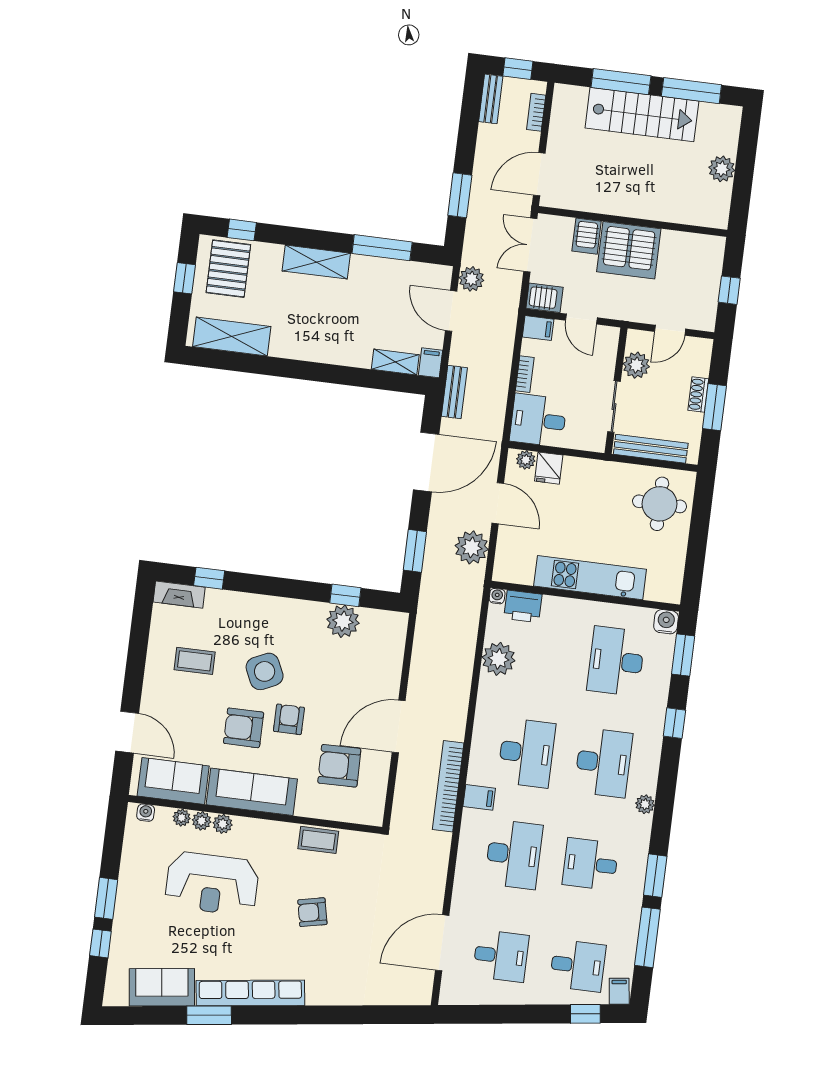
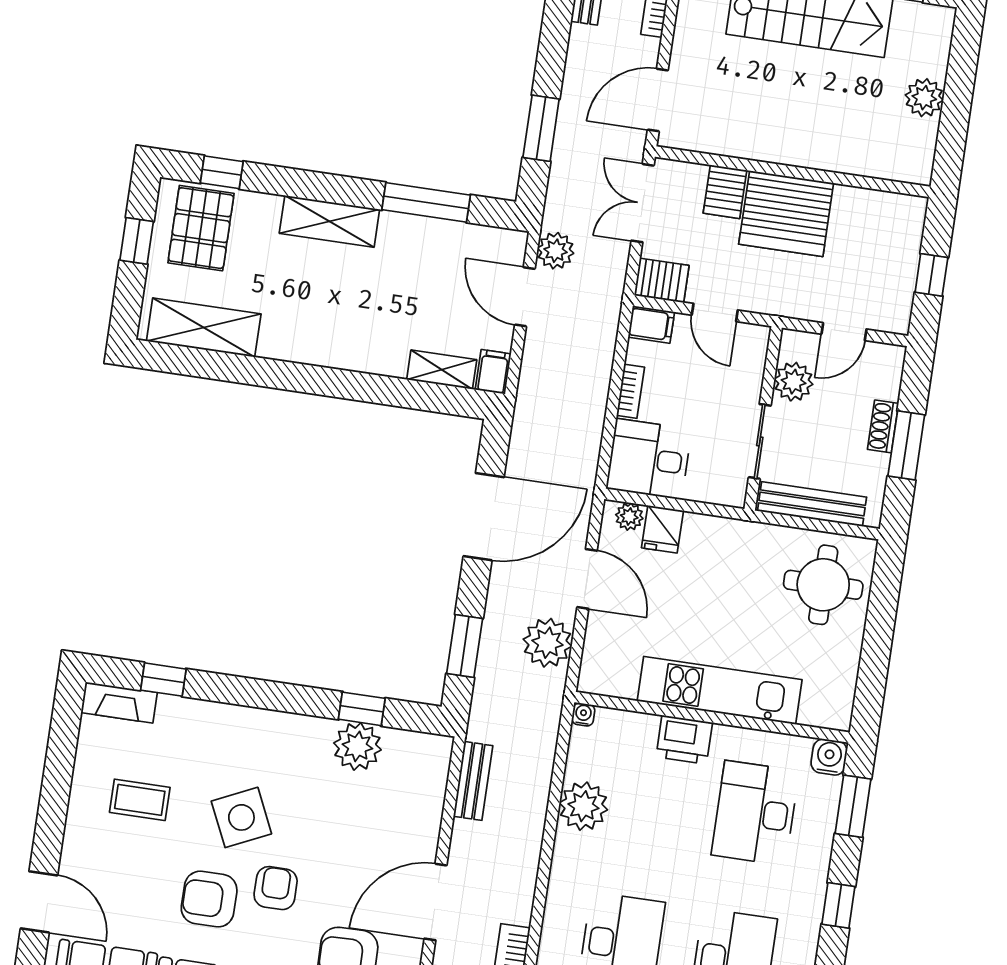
bench: (454, 392) -> (473, 781), moved
printer: (523, 606) -> (684, 740), moved

